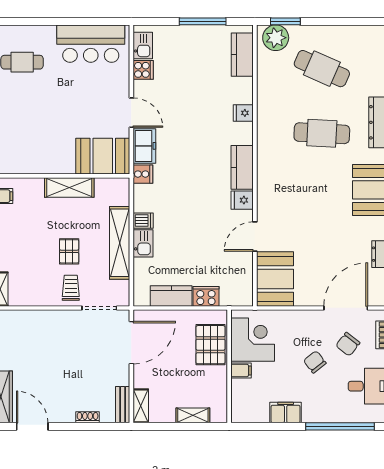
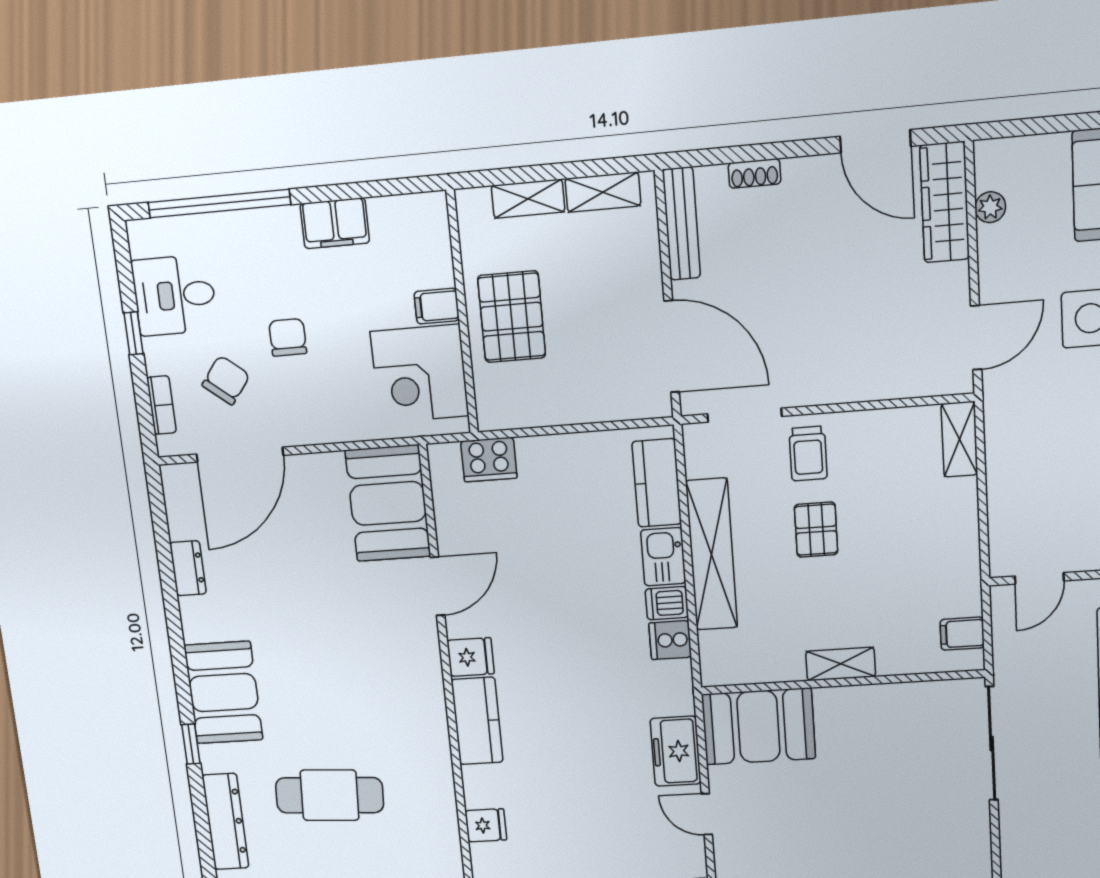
door: (131, 113) -> (707, 814), width x0.73
cooker: (143, 174) -> (670, 640), moved
shelving: (69, 187) -> (841, 664), width x0.67, depth x0.75
kitchen counter: (171, 296) -> (657, 483), moved, turned 90
cooker: (206, 296) -> (489, 460), moved
door: (131, 343) -> (672, 346), swing flipped
pallet: (211, 345) -> (512, 317), moved
chair: (315, 362) -> (288, 337), turned -142
bench: (123, 405) -> (681, 224), width x1.36
shelving: (141, 406) -> (603, 192), moved, turned 90

